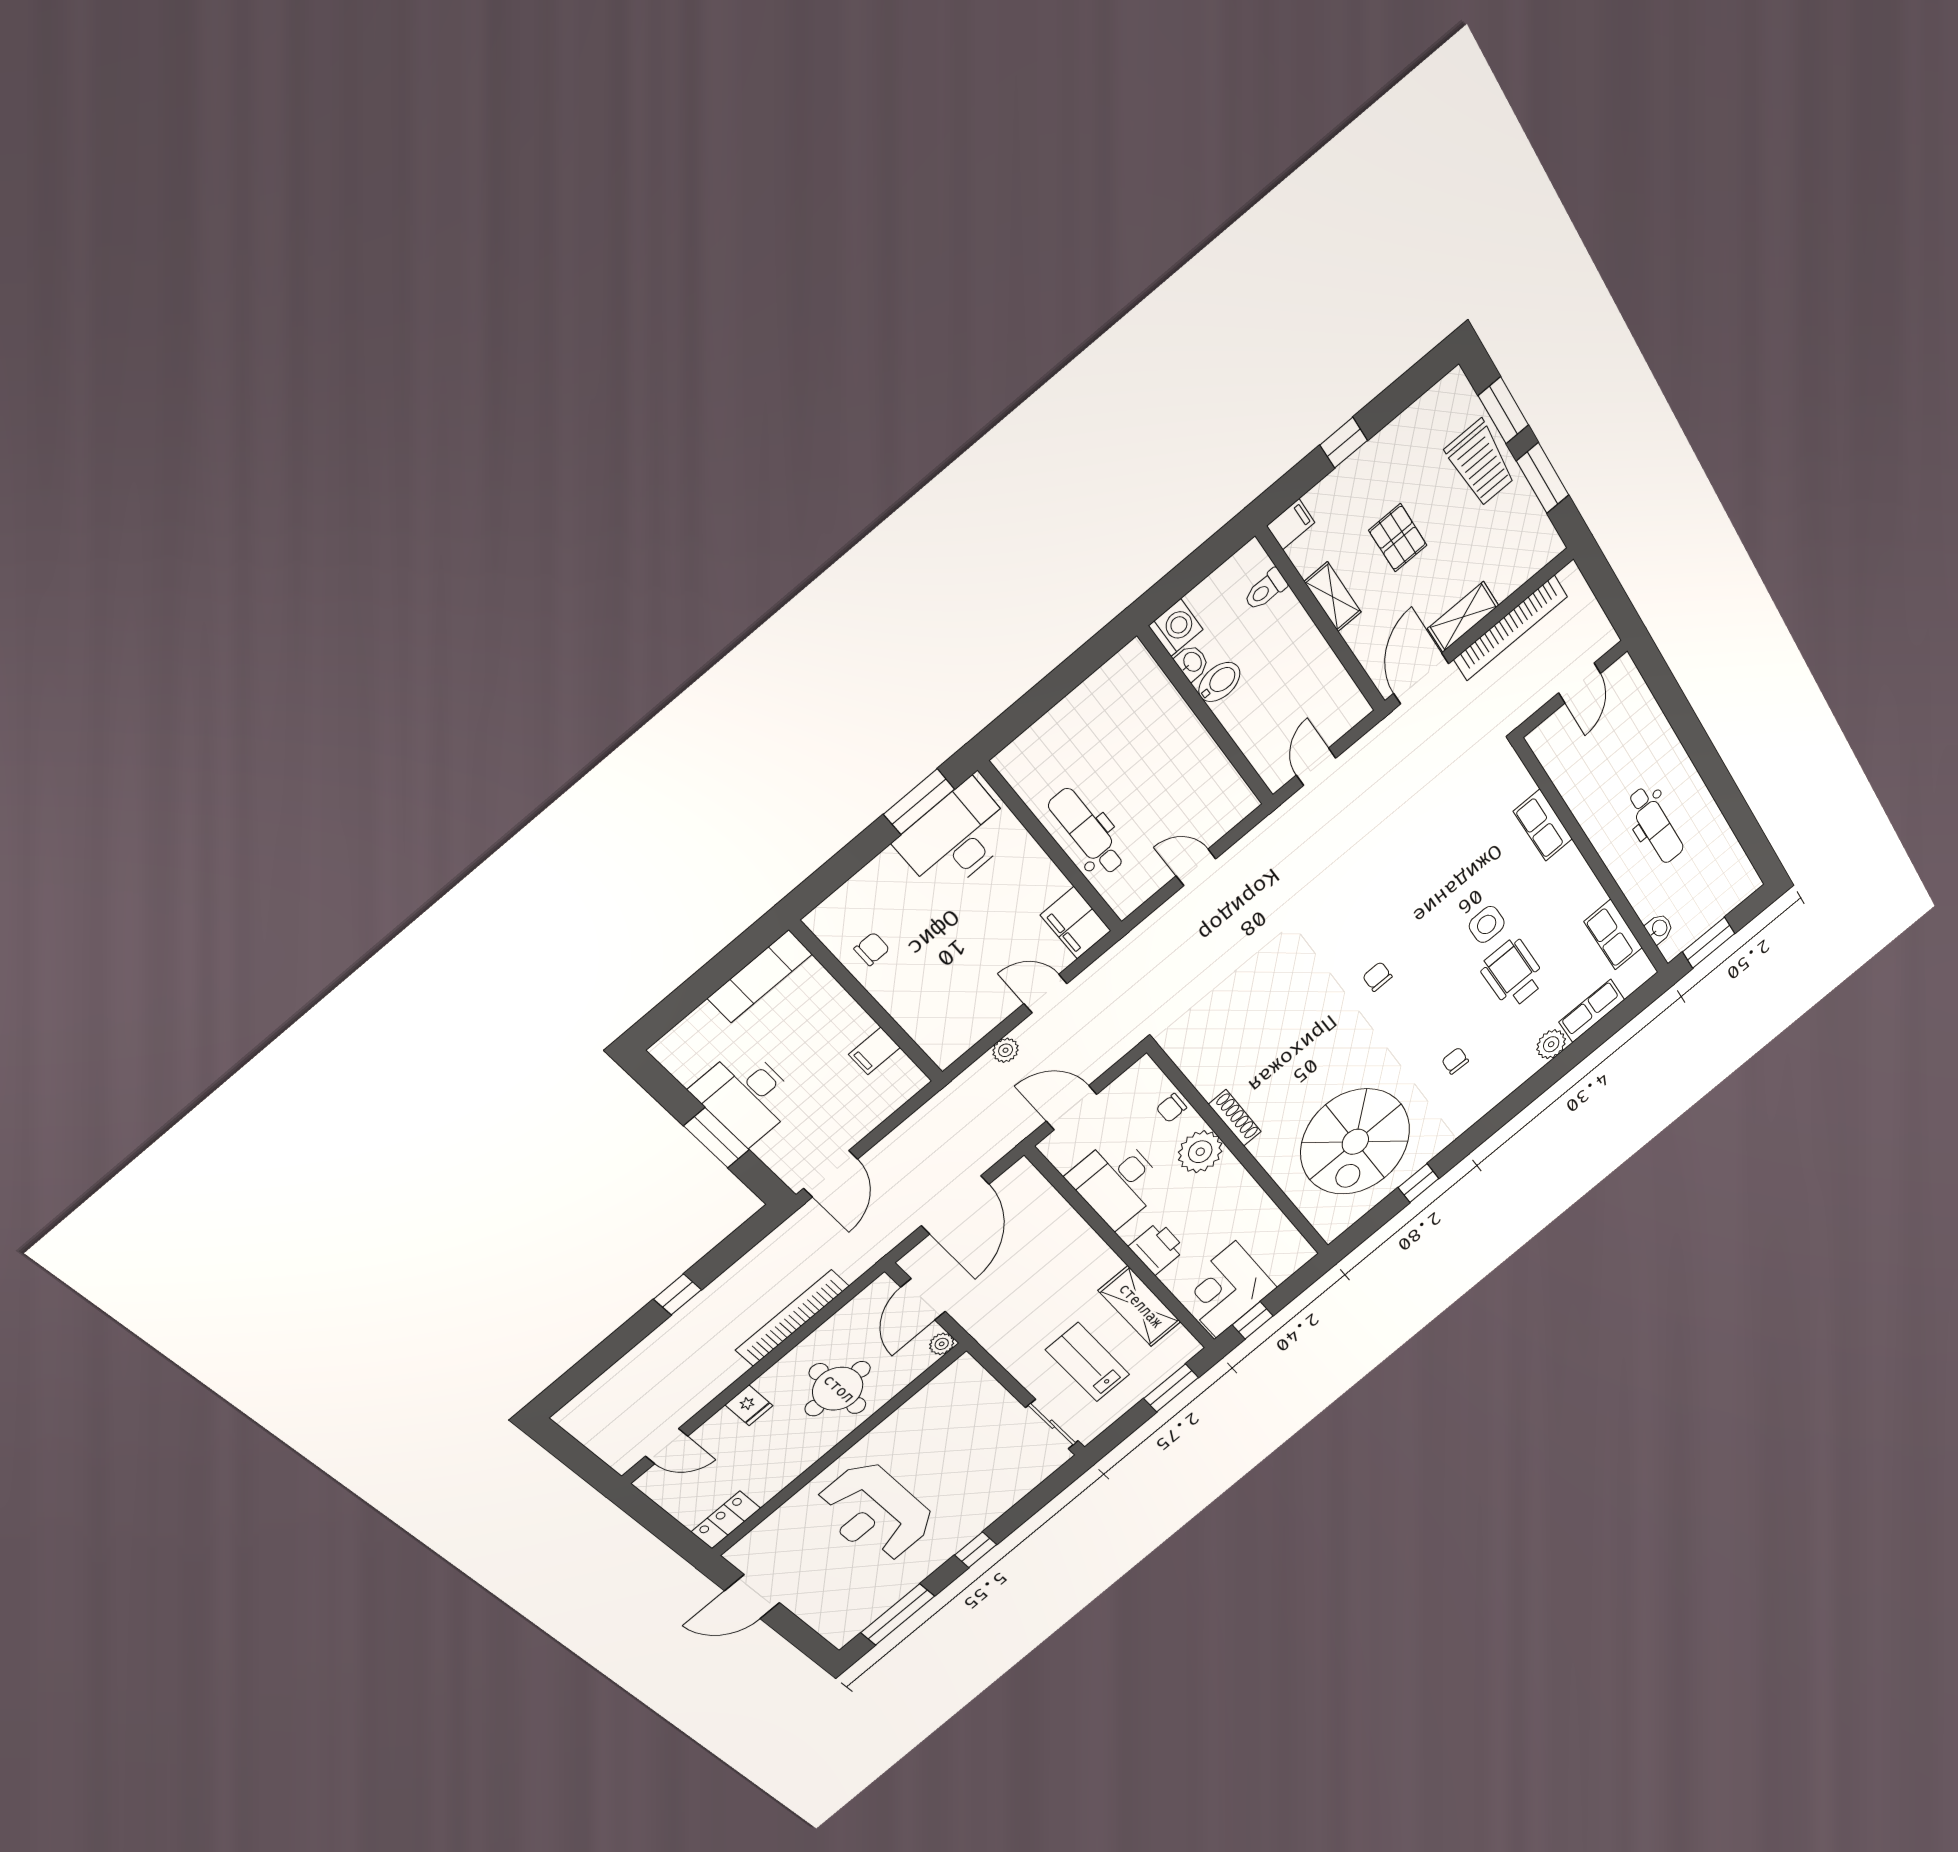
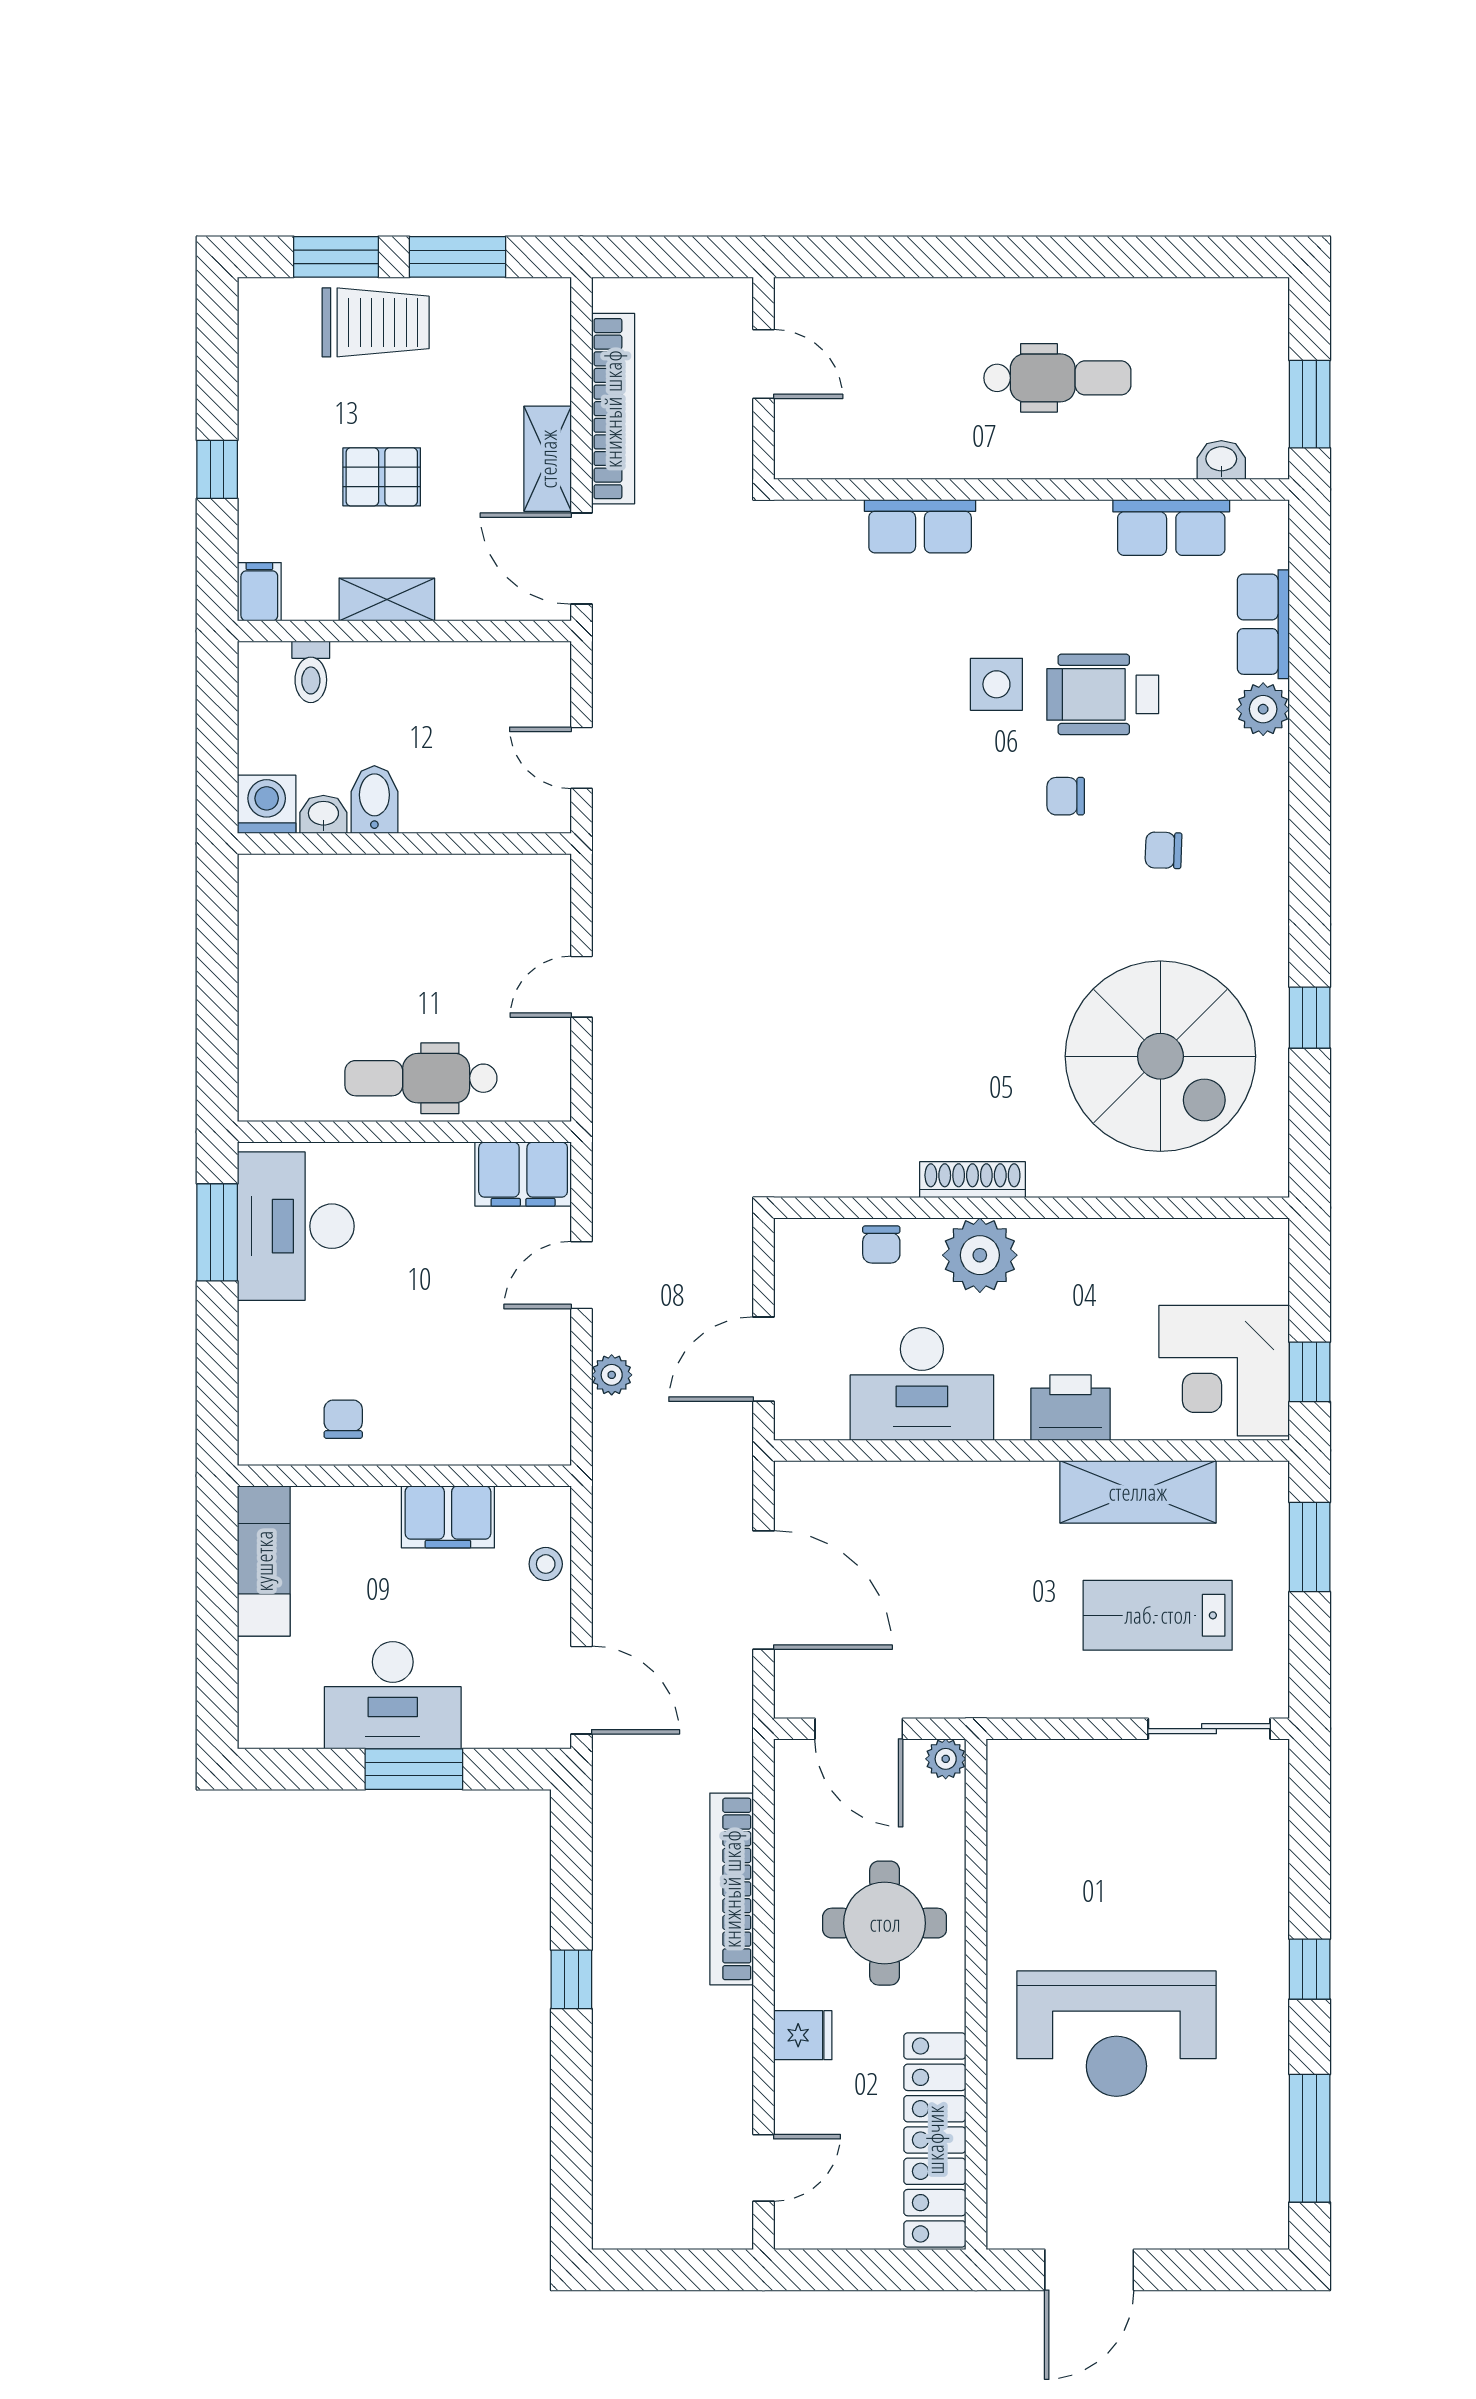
chair: (1377, 977) -> (1066, 796), moved
filing cabinet: (874, 1051) -> (448, 1517), width x2.00
stool: (881, 1104) -> (546, 1564), added
locker: (726, 1520) -> (935, 2140), width x2.16, depth x1.21

